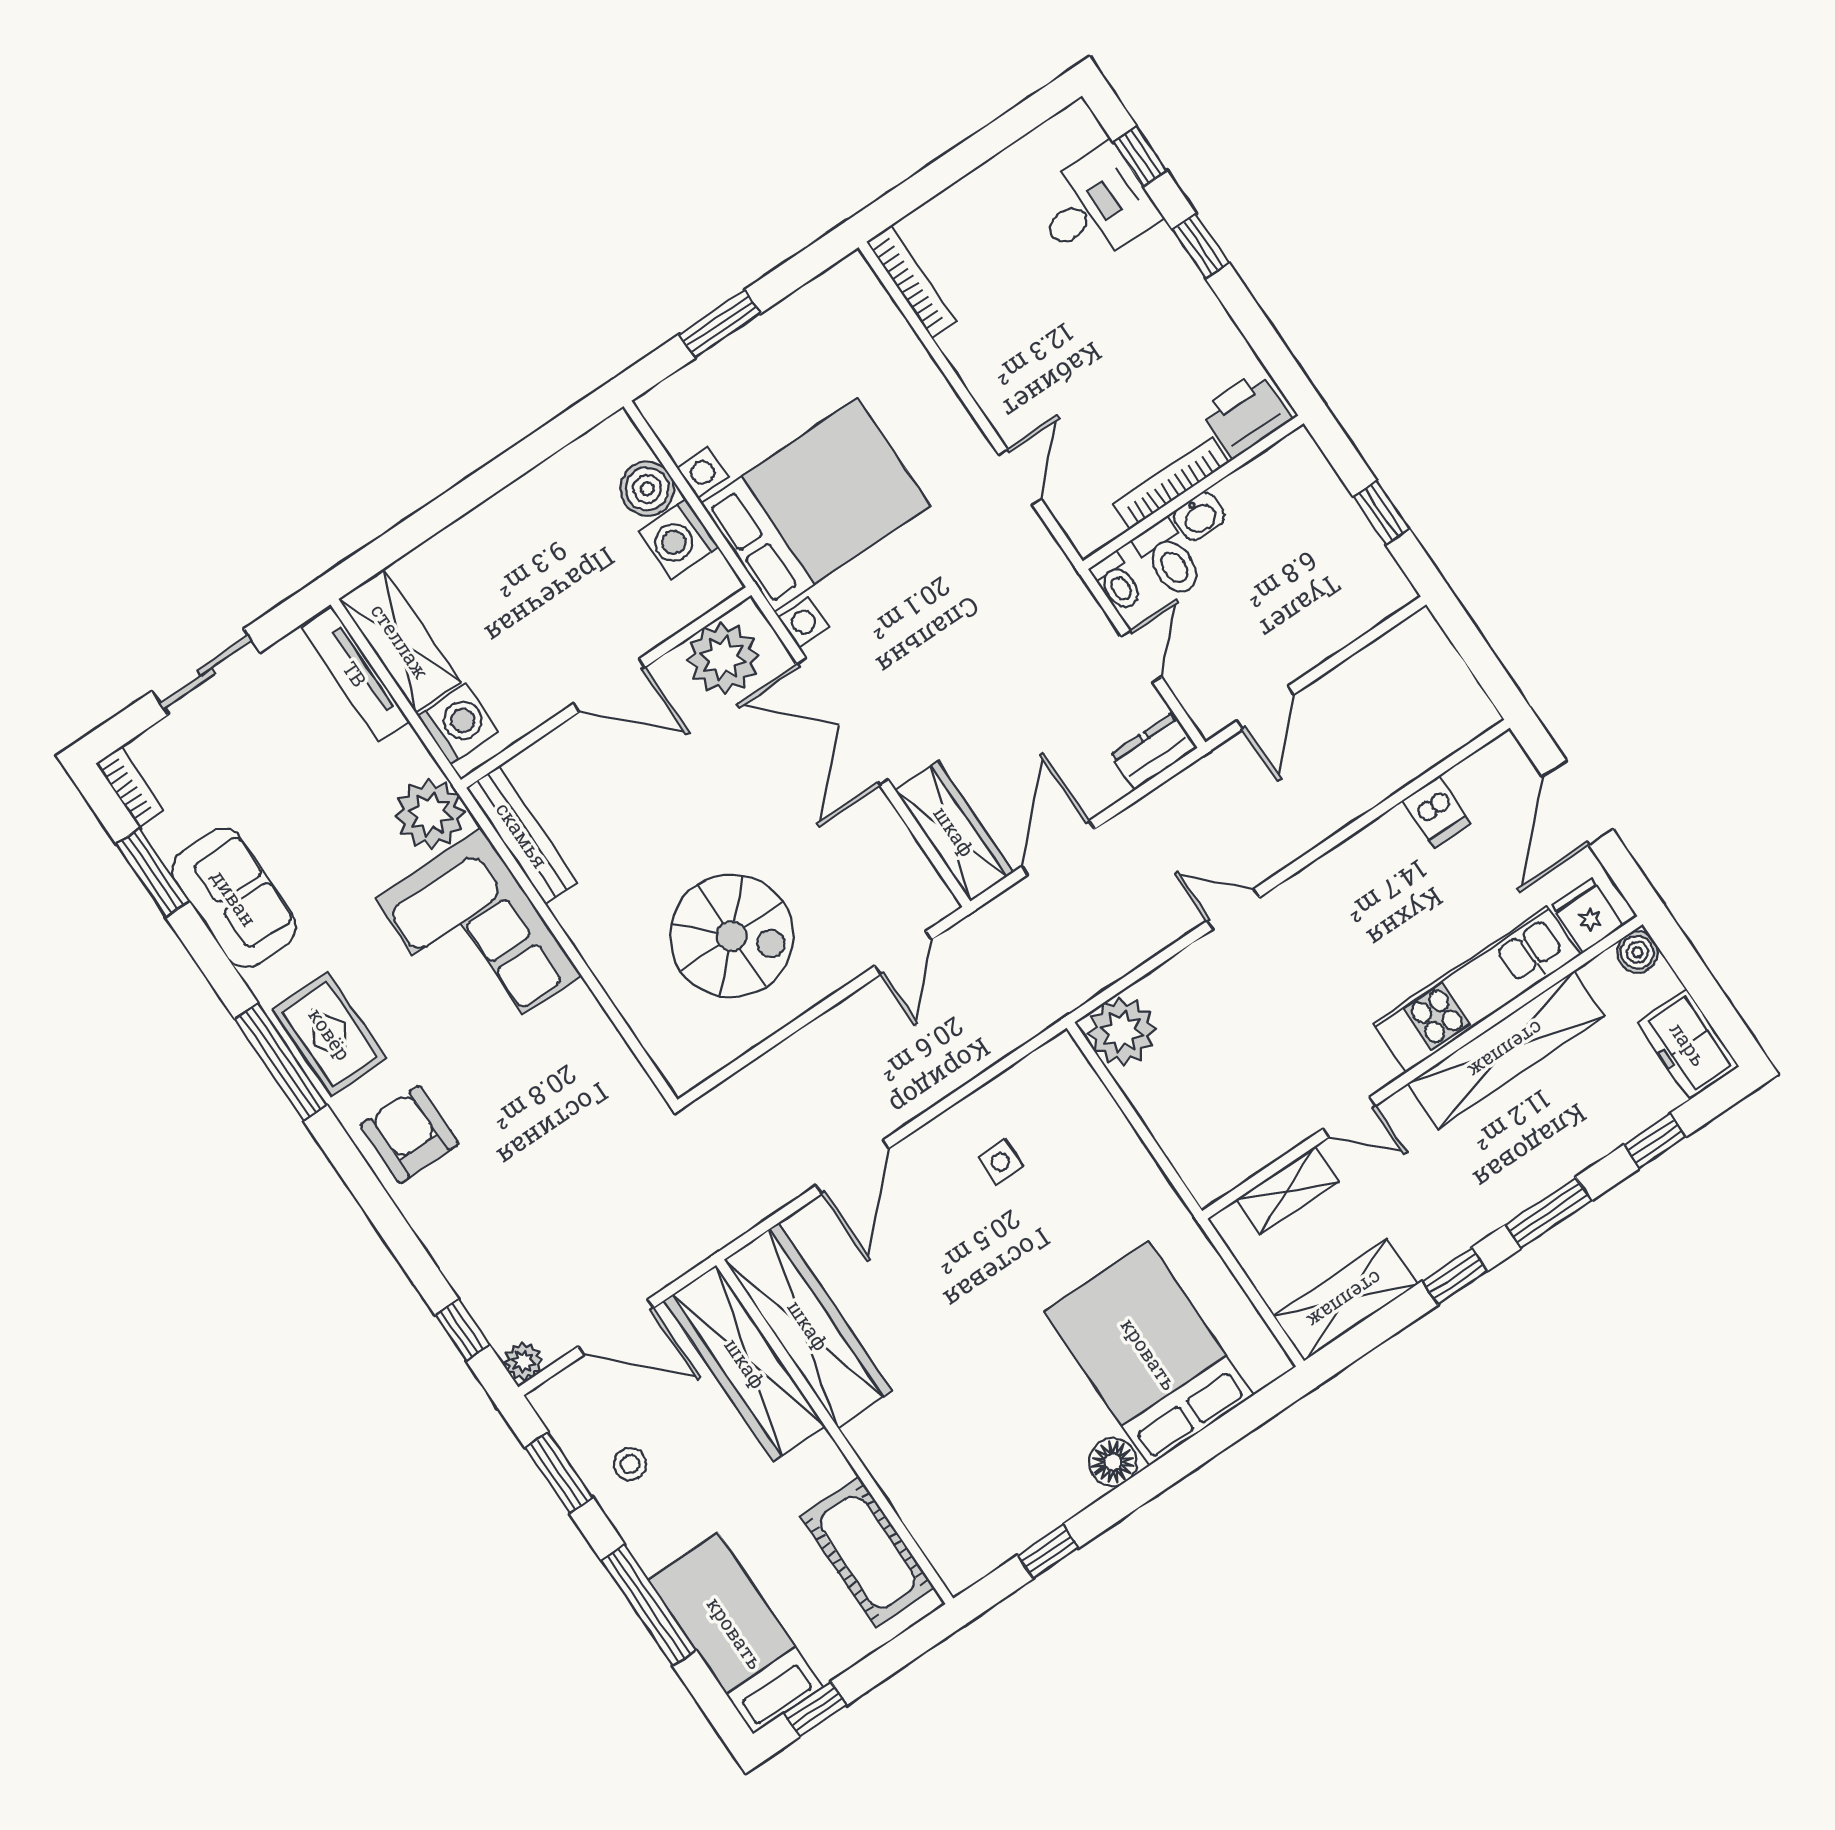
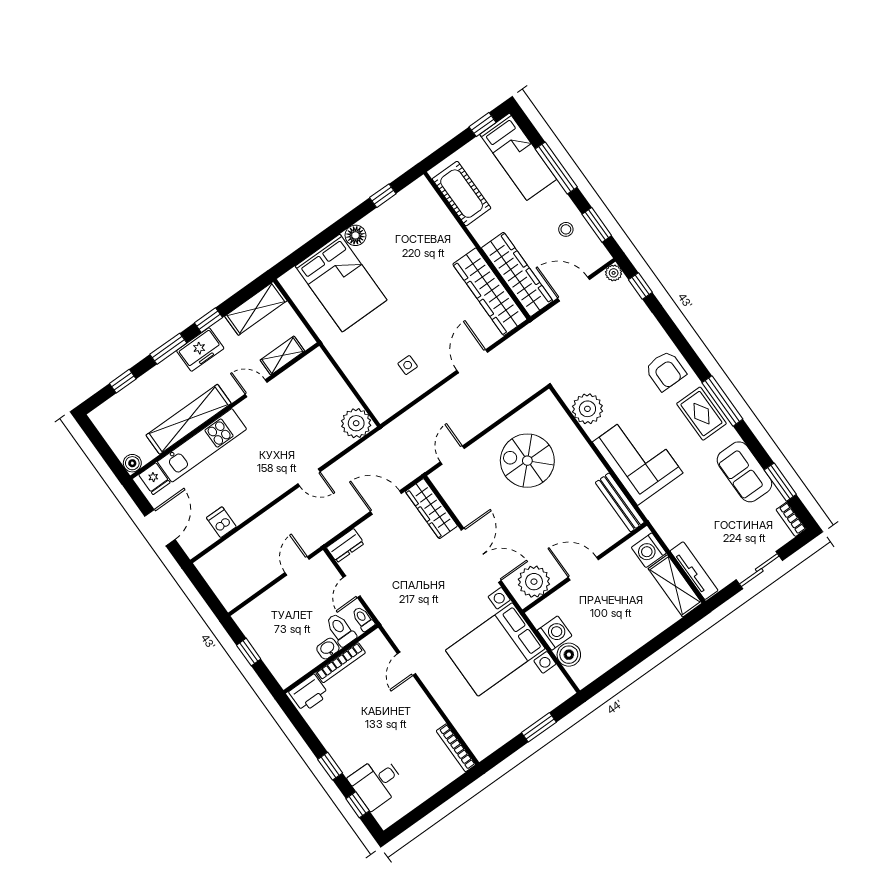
plant: (430, 814) -> (587, 409), moved
door: (1058, 848) -> (386, 503), swing flipped
freezer: (1688, 1044) -> (200, 349), moved, turned 90

